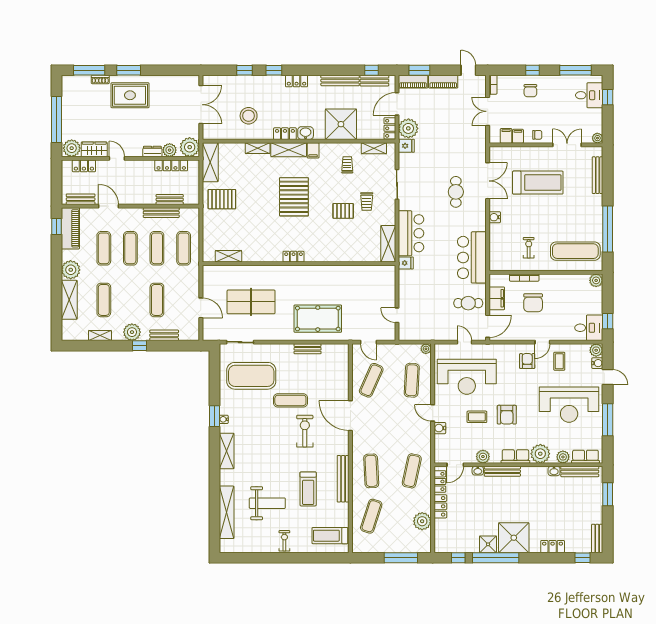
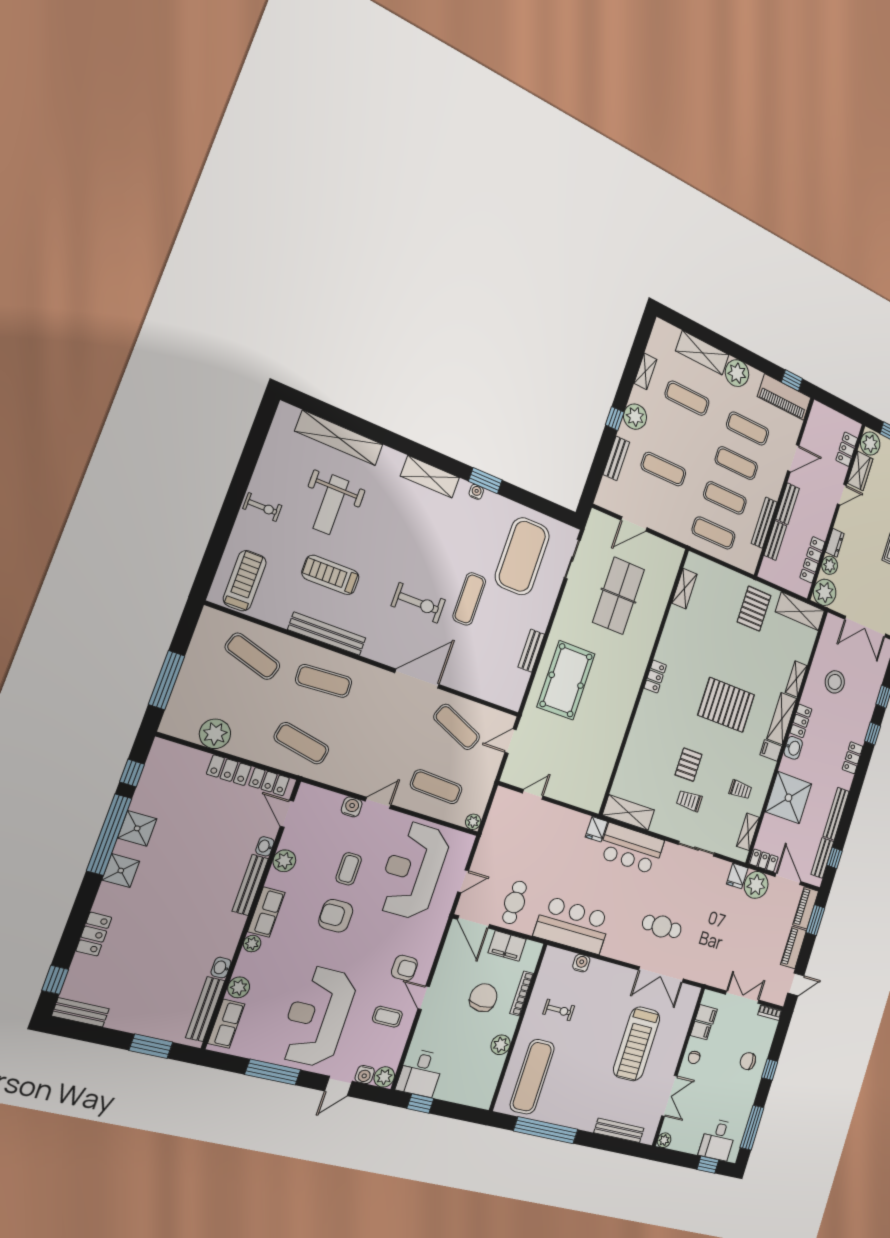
bench: (81, 199) -> (788, 504), moved
water cooler: (495, 217) -> (581, 963), moved
plant: (596, 280) -> (501, 1045), moved
chair: (533, 303) -> (483, 998), turned 92
plant: (540, 454) -> (252, 944), width x0.53, depth x0.53
shower: (514, 538) -> (121, 871), width x0.54, depth x0.54

